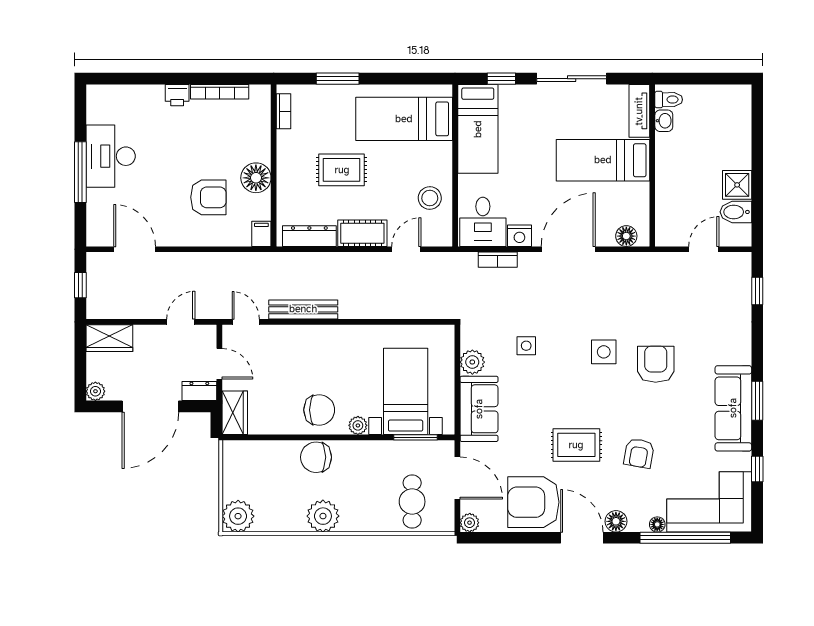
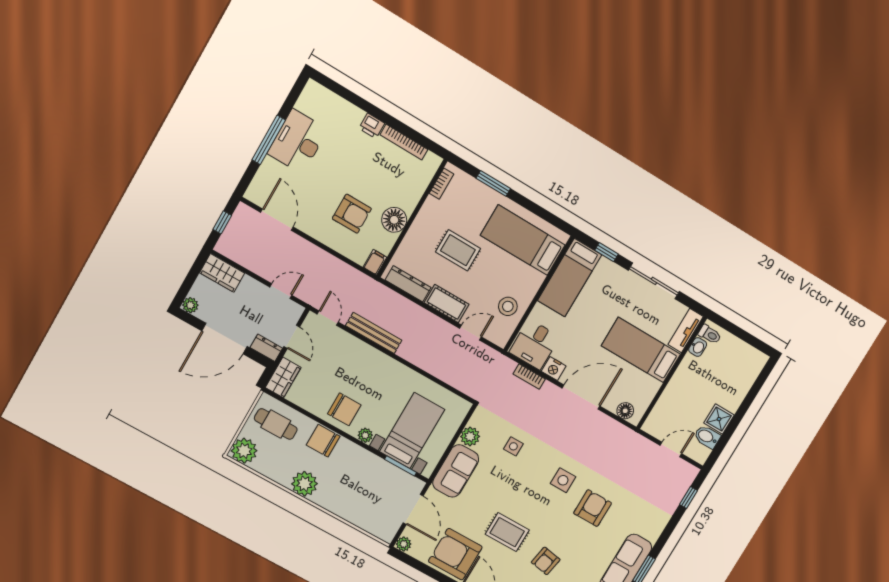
cafe table: (412, 502) -> (276, 424), moved, turned 90

